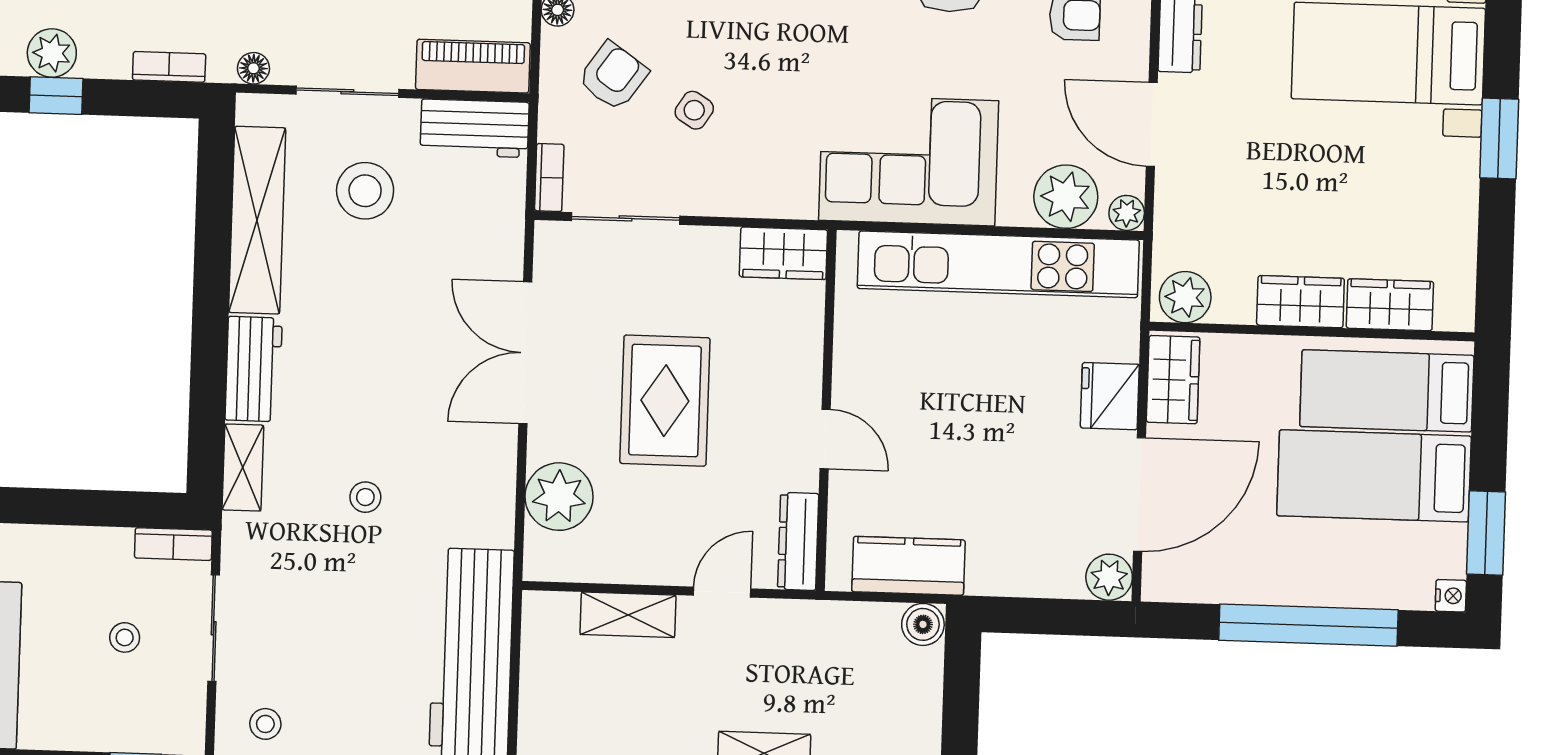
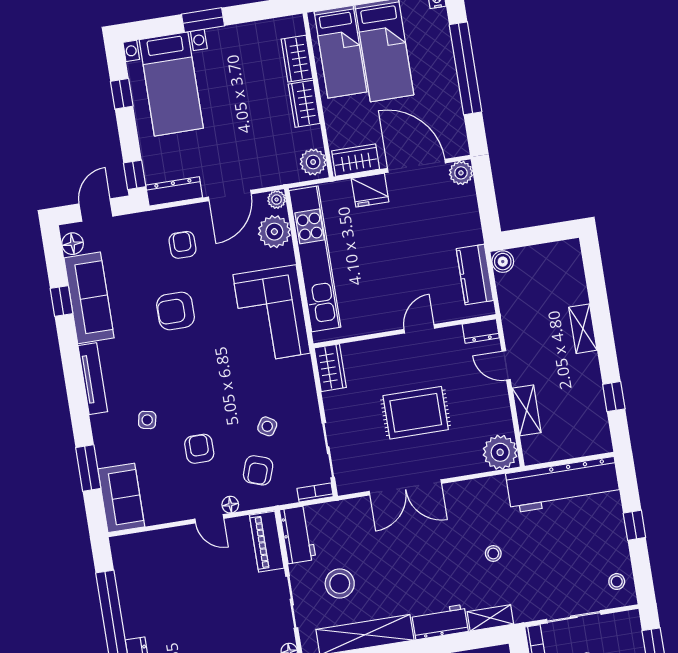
armchair: (613, 76) -> (258, 470), turned -106
plant: (559, 497) -> (500, 452), moved
dresser: (798, 541) -> (481, 331), width x0.70

